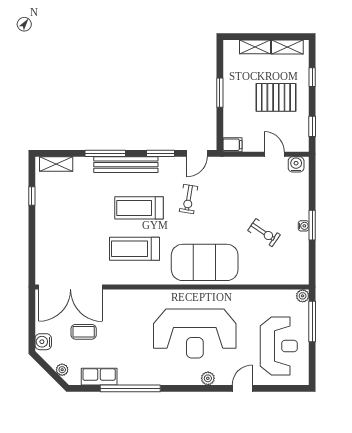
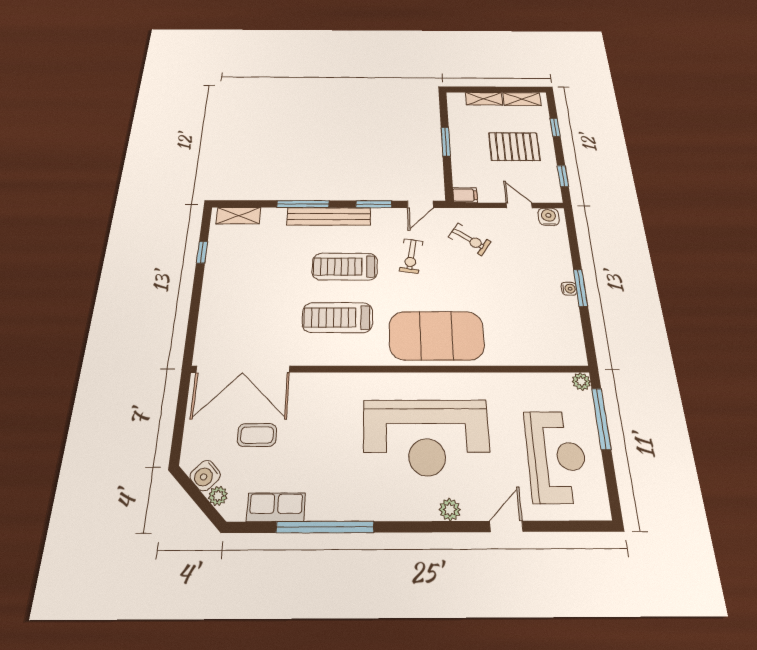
exercise bike: (264, 233) -> (470, 239), moved
water cooler: (43, 342) -> (205, 476), moved, turned -45

